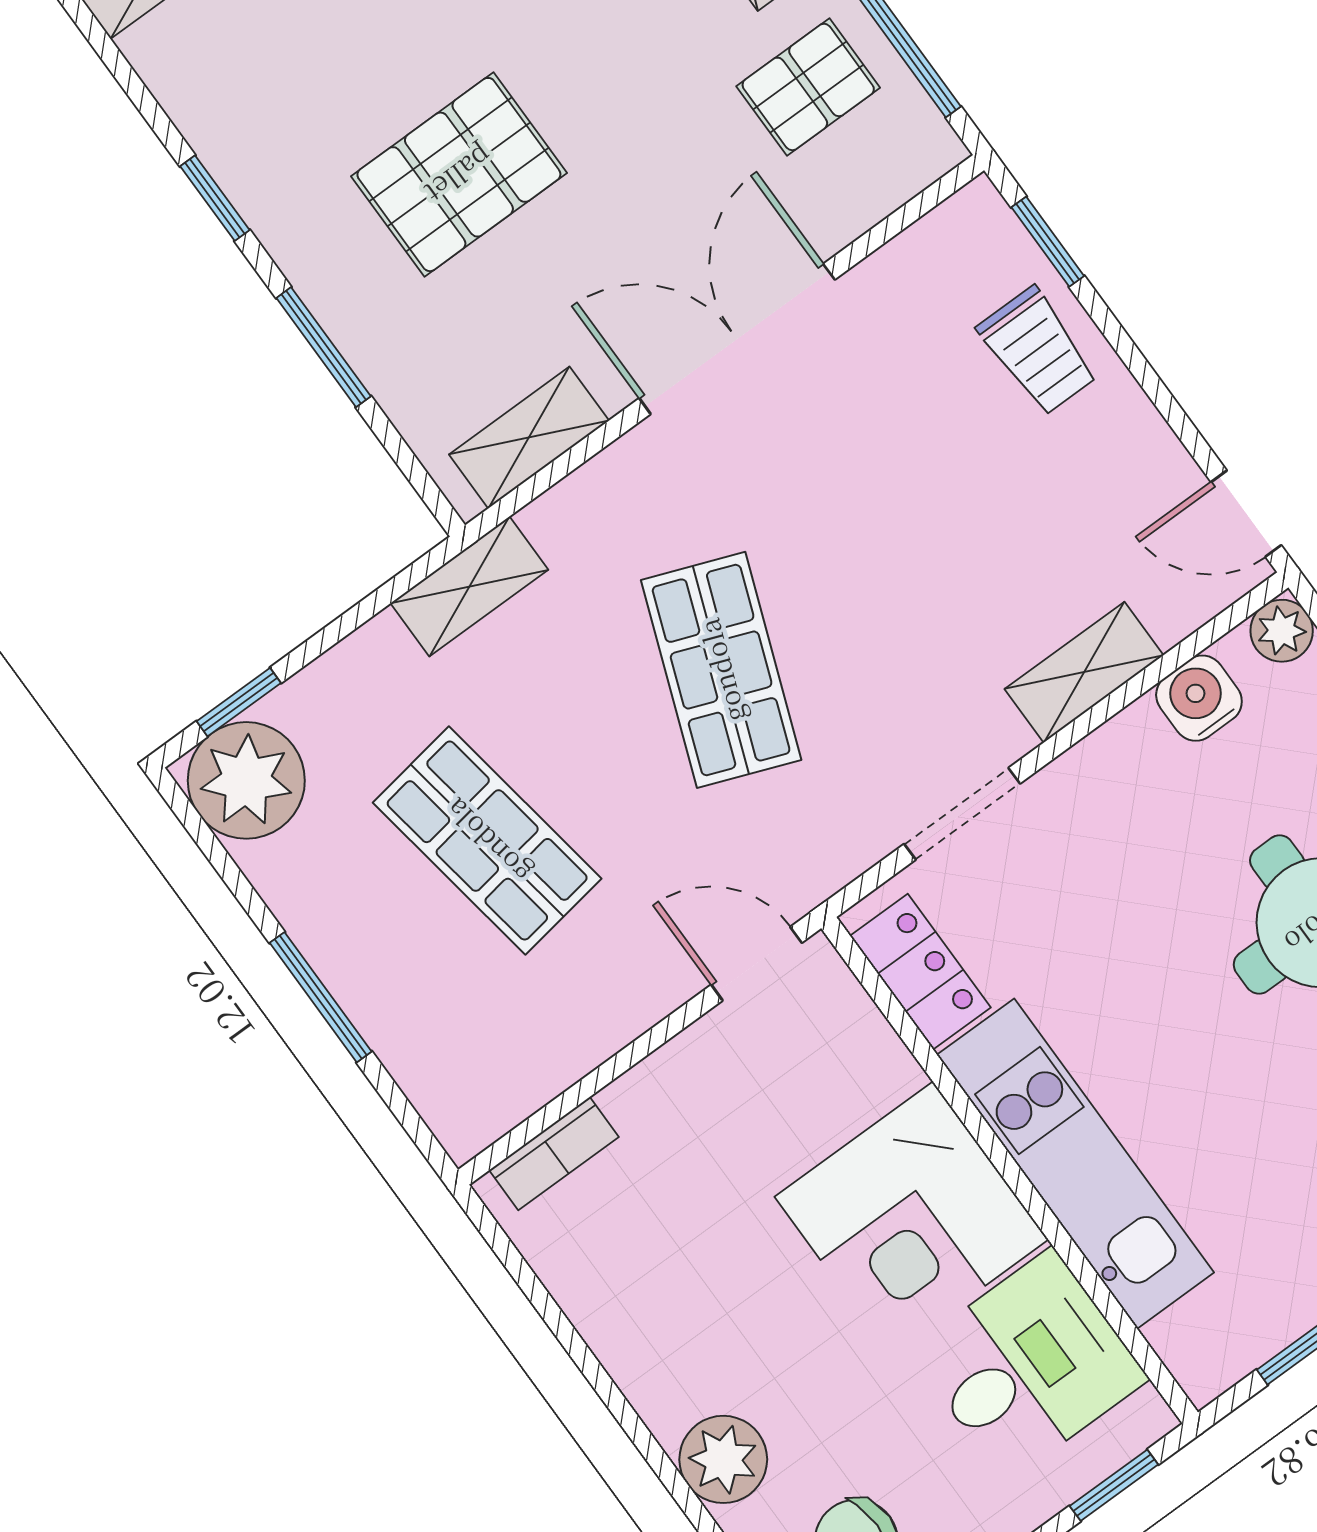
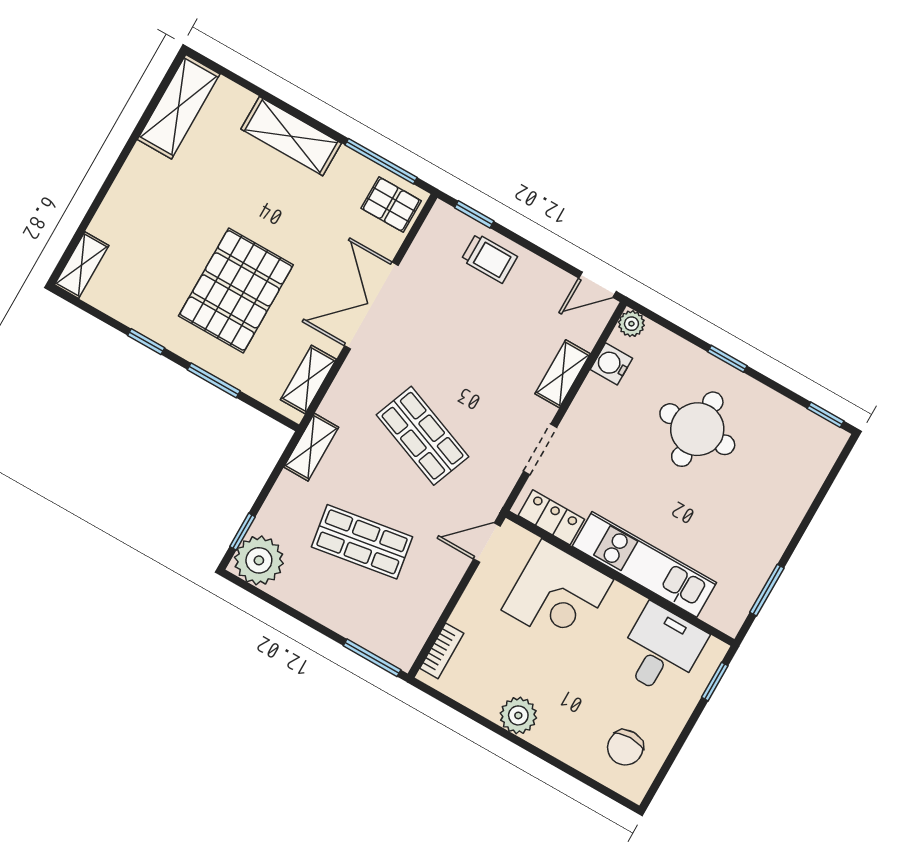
pallet: (808, 87) -> (391, 205), moved, turned 90
pallet: (459, 175) -> (236, 290), width x1.37, depth x1.41
window: (321, 997) -> (372, 658), moved
corner desk: (912, 1218) -> (557, 595), moved
plant: (723, 1459) -> (518, 715), moved

